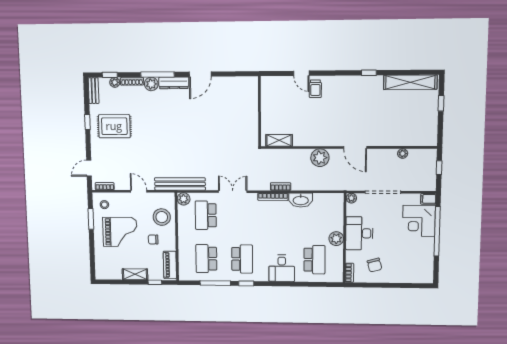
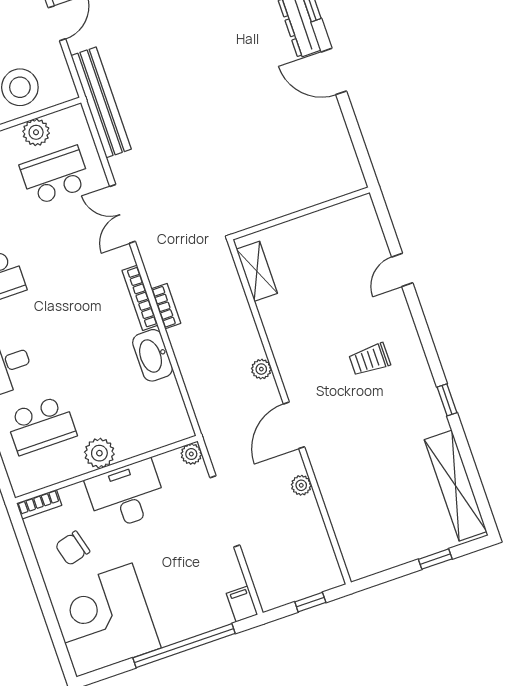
trolley: (315, 89) -> (370, 359), moved
plant: (403, 154) -> (301, 485), moved
plant: (320, 158) -> (261, 369), width x0.53, depth x0.53
double door: (233, 192) -> (122, 214), swing flipped
plant: (184, 199) -> (36, 132), moved
corner desk: (419, 221) -> (104, 620), moved, width x1.36, depth x1.36

